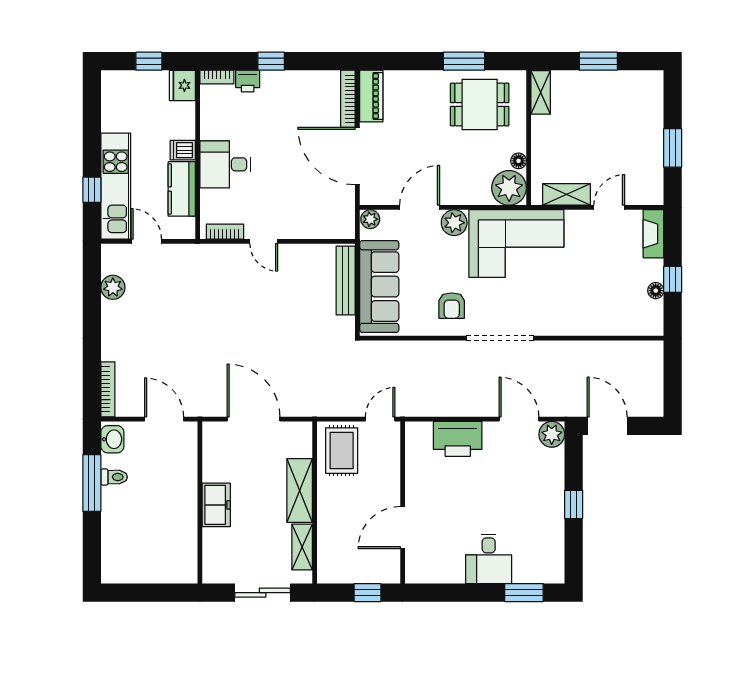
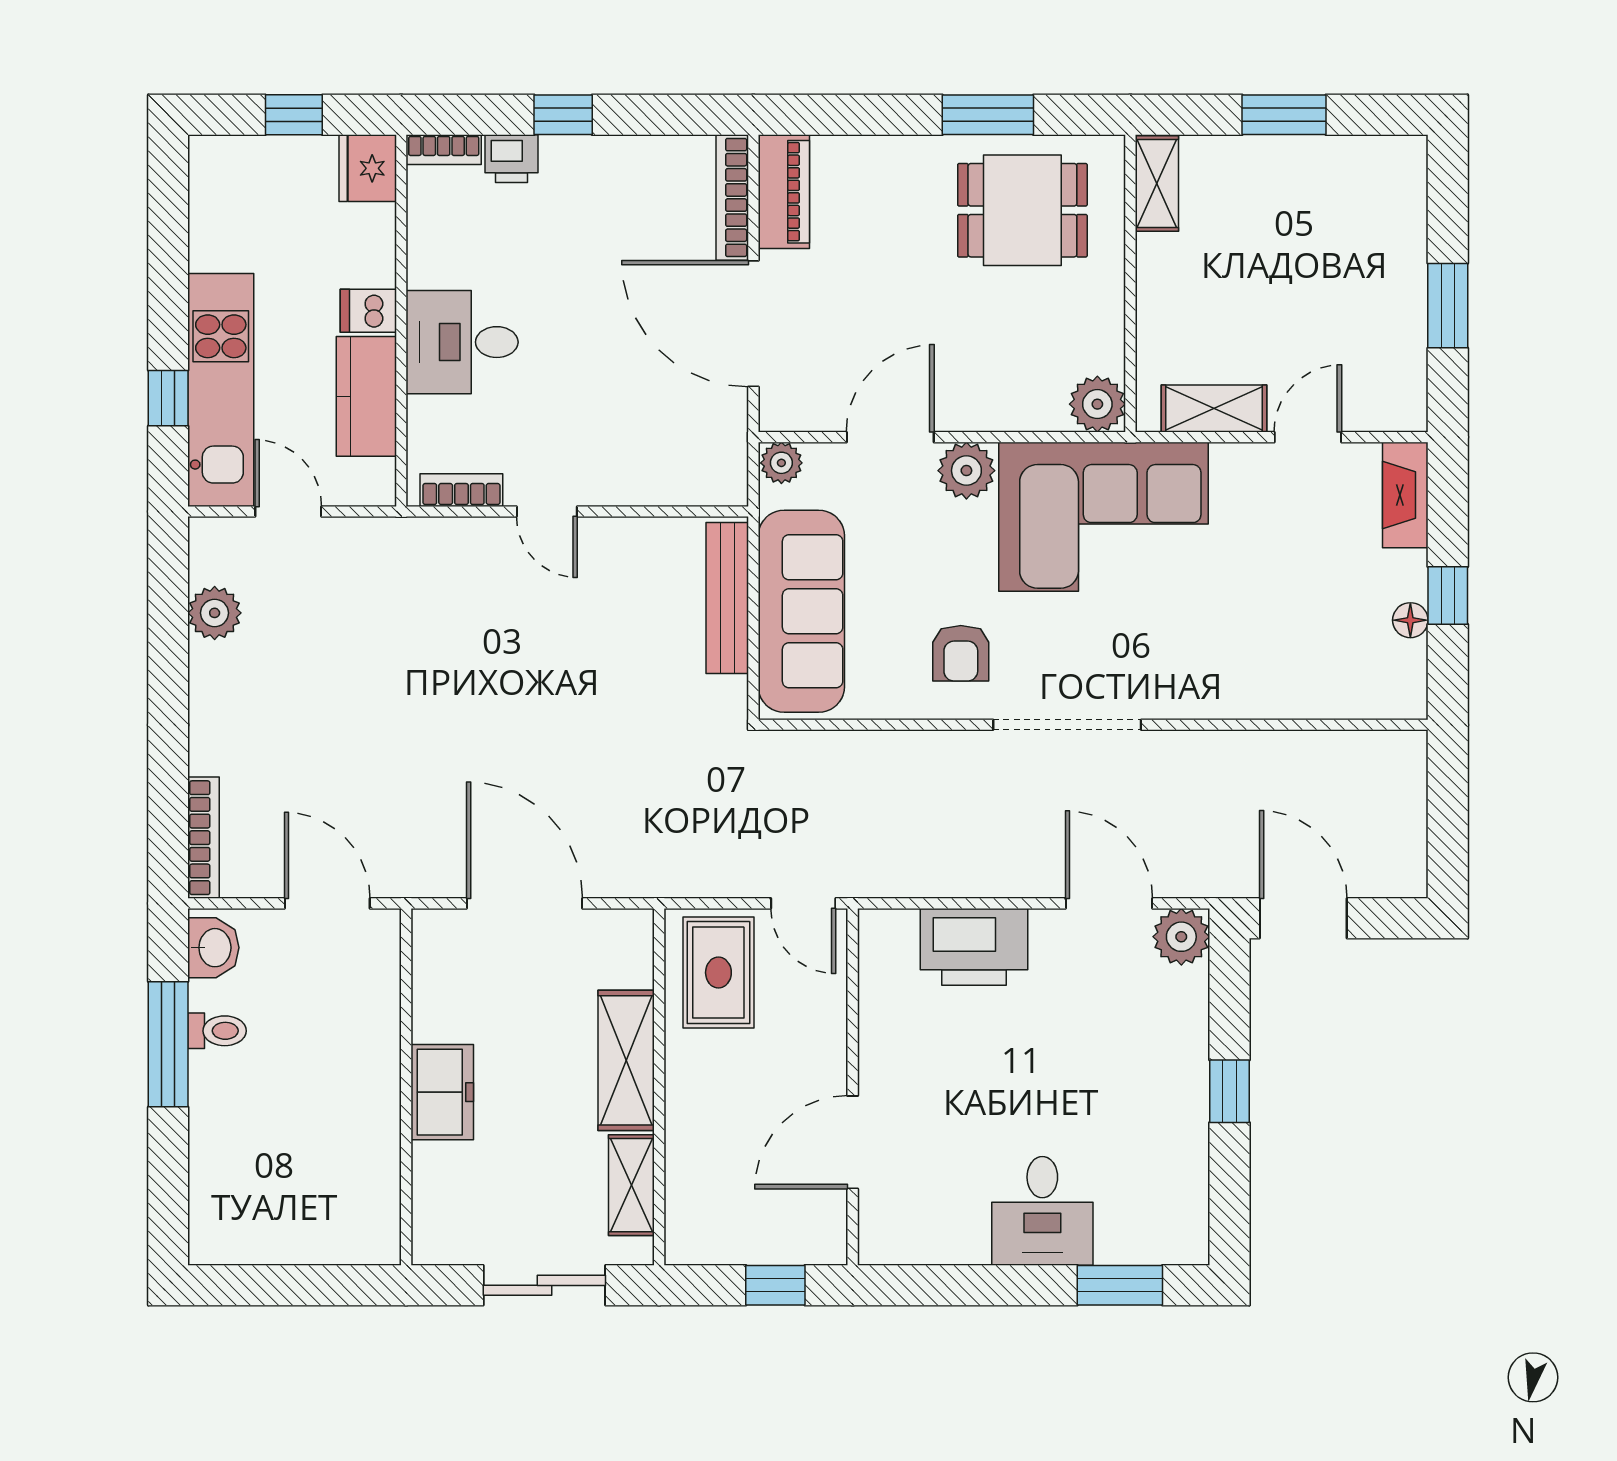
floor lamp: (519, 161) -> (1108, 334), removed
plant: (509, 188) -> (1097, 404), width x0.73, depth x0.73
door: (380, 419) -> (803, 903), swing flipped

